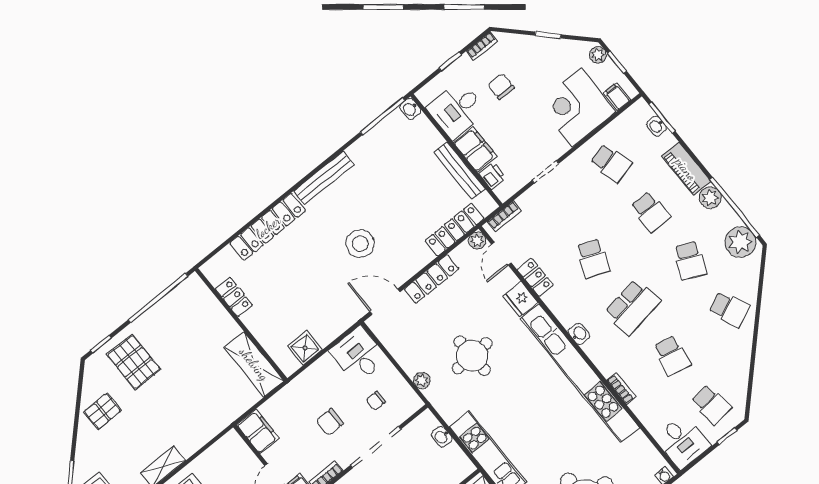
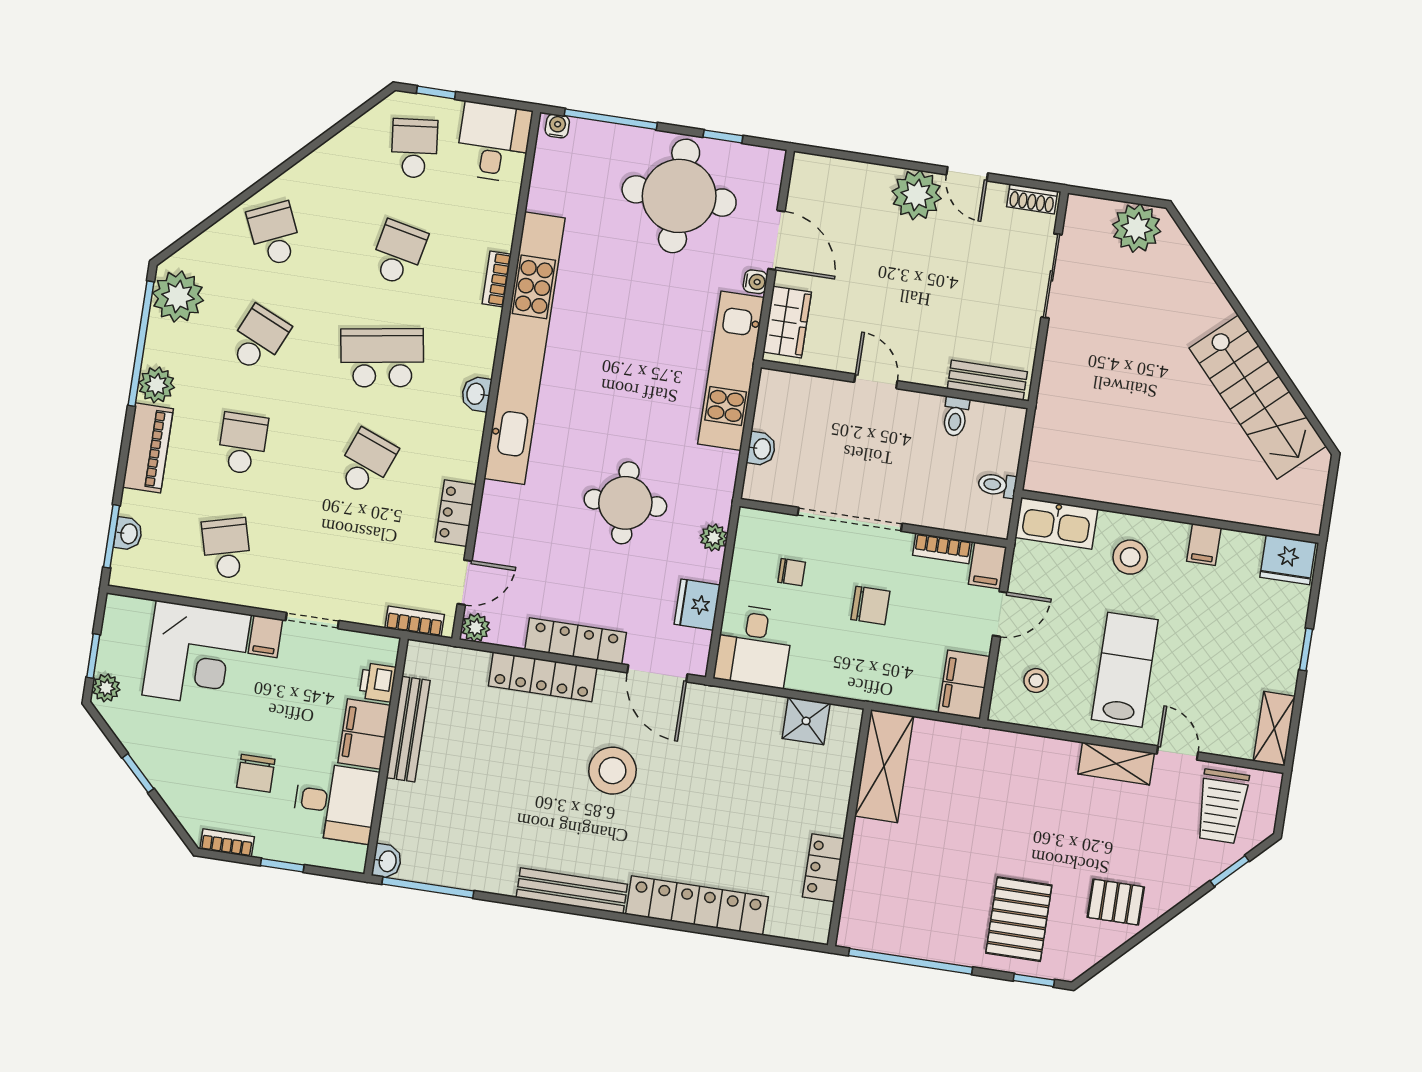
filing cabinet: (617, 97) -> (265, 636), moved
locker: (454, 230) -> (543, 677), moved
fridge: (520, 299) -> (697, 605), moved, turned 180
stool: (231, 465) -> (1036, 681), added

